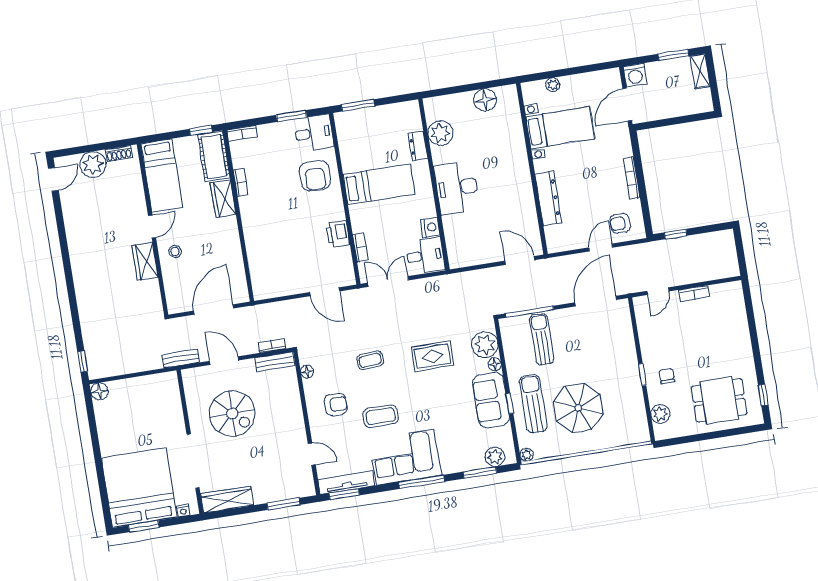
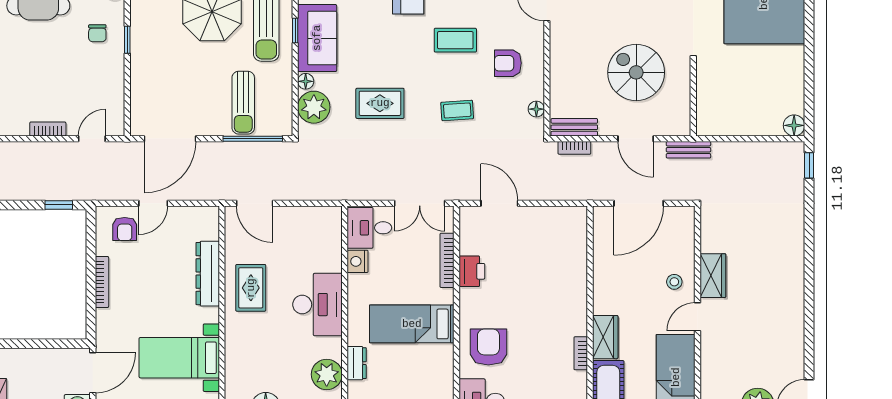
rug: (512, 193) -> (251, 288), added
armchair: (620, 223) -> (125, 229), turned 90
bookcase: (360, 247) -> (447, 260), width x1.56

